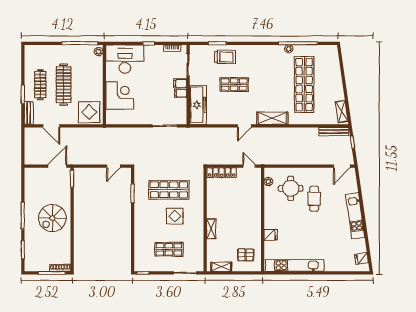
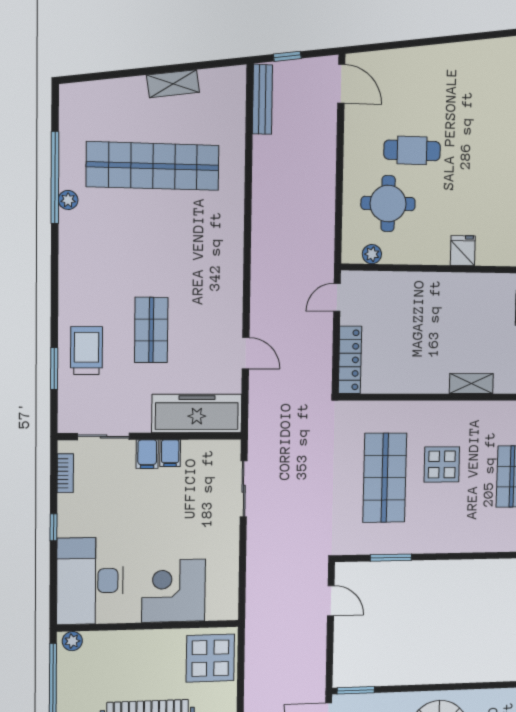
shelving: (342, 111) -> (173, 84), moved
shelving: (272, 118) -> (230, 243), removed
door: (244, 126) -> (246, 353), moved
kitchen unit: (355, 216) -> (452, 57), removed
fridge: (271, 235) -> (463, 251), moved

